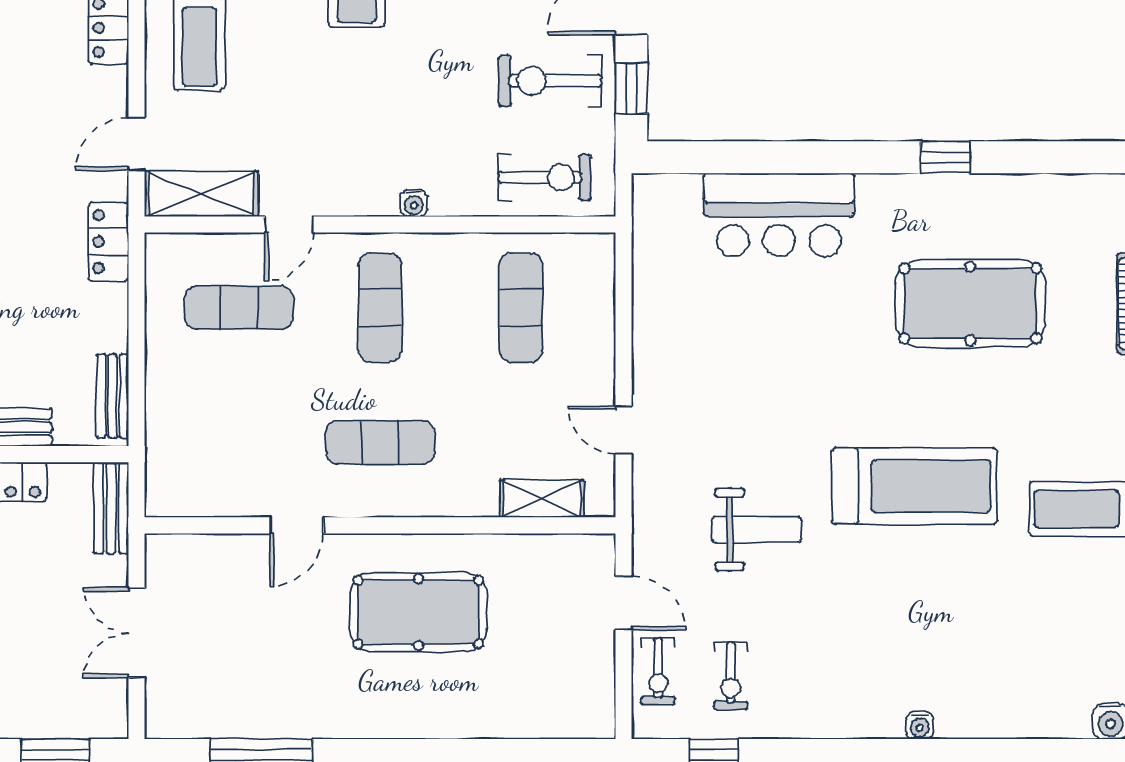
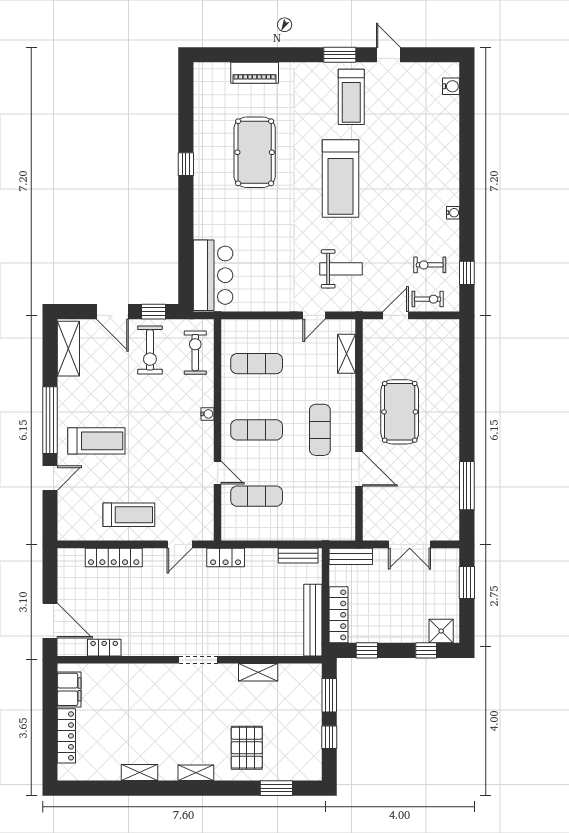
door: (137, 144) -> (180, 544), hinge flipped
shelving: (201, 194) -> (203, 514), removed
bar counter: (779, 215) -> (213, 275), moved
exercise mat: (239, 308) -> (257, 496), turned 90
treadmill: (915, 486) -> (341, 179), turned 180
door: (297, 525) -> (359, 469), width x1.38
weight bench: (757, 529) -> (341, 269), moved, turned 90
exercise bike: (731, 676) -> (430, 265), turned 180
water cooler: (920, 725) -> (453, 213), moved

